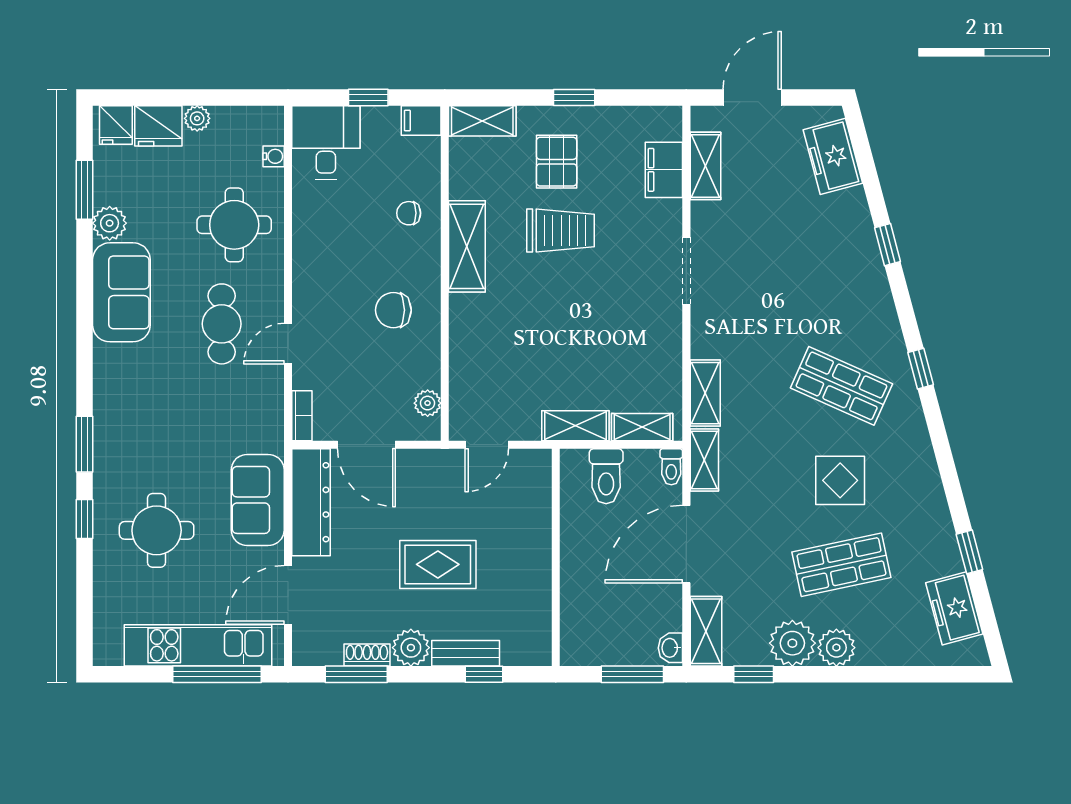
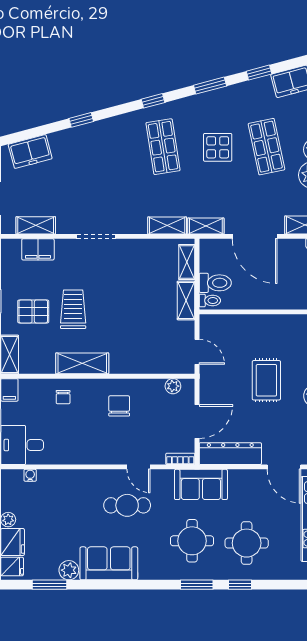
round table: (234, 225) -> (192, 541), moved
chair: (393, 310) -> (119, 406), turned 180
shop shelf: (841, 386) -> (163, 147), turned -33
toilet: (671, 467) -> (210, 301), moved
window: (947, 467) -> (210, 86), added
sofa: (258, 500) -> (201, 484), moved

